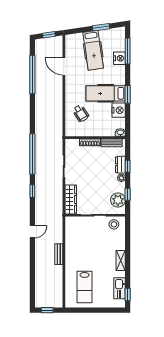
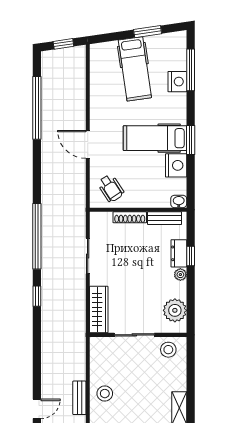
door: (64, 66) -> (88, 144), moved
wheelchair: (81, 113) -> (111, 188), moved
window: (128, 194) -> (191, 301), removed
door: (32, 232) -> (37, 409), moved
stool: (75, 252) -> (105, 394), added

